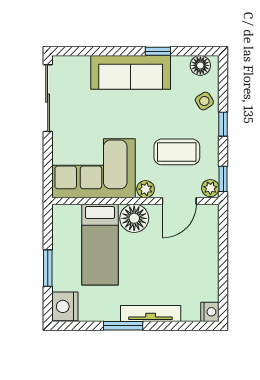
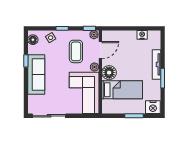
door: (179, 201) -> (100, 50), hinge flipped
nightstand: (210, 312) -> (142, 35), moved

